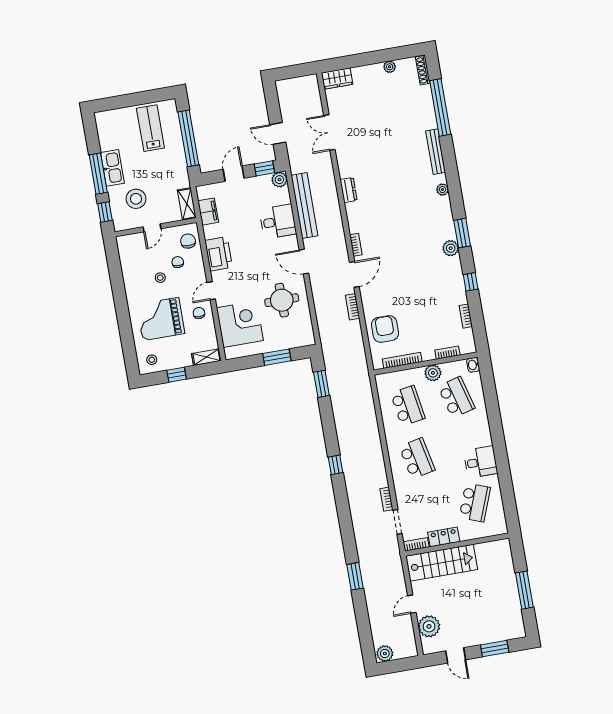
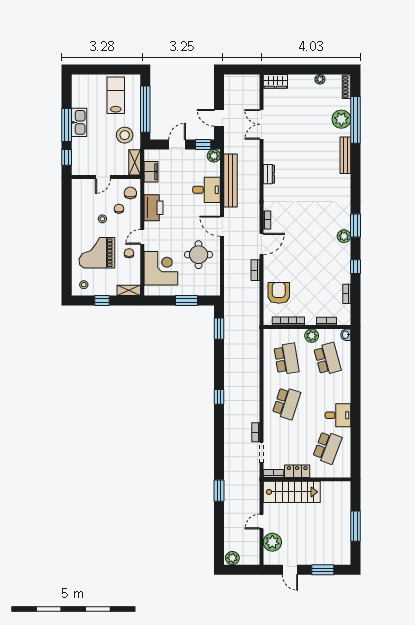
plant: (442, 190) -> (341, 119), moved, width x1.88, depth x1.88
stool: (136, 199) -> (125, 135), moved
school desk: (417, 458) -> (286, 403), turned 30

